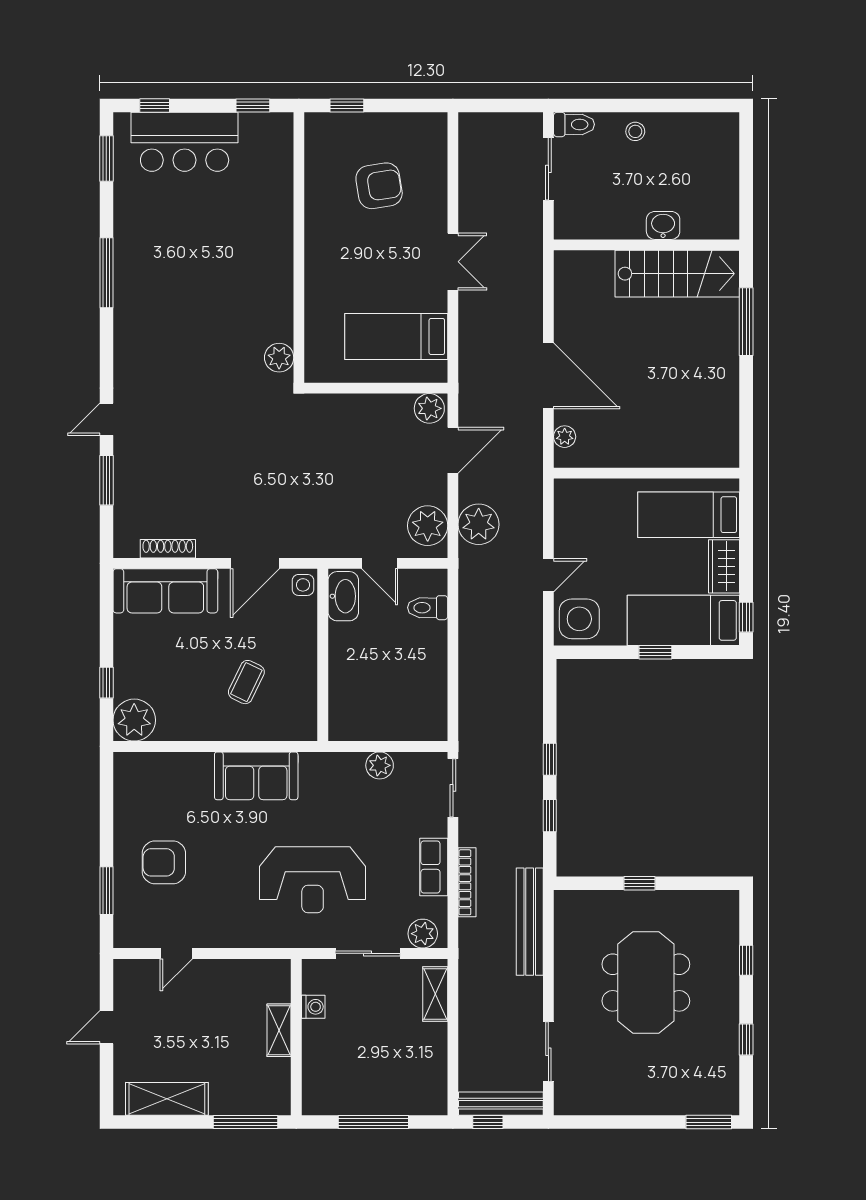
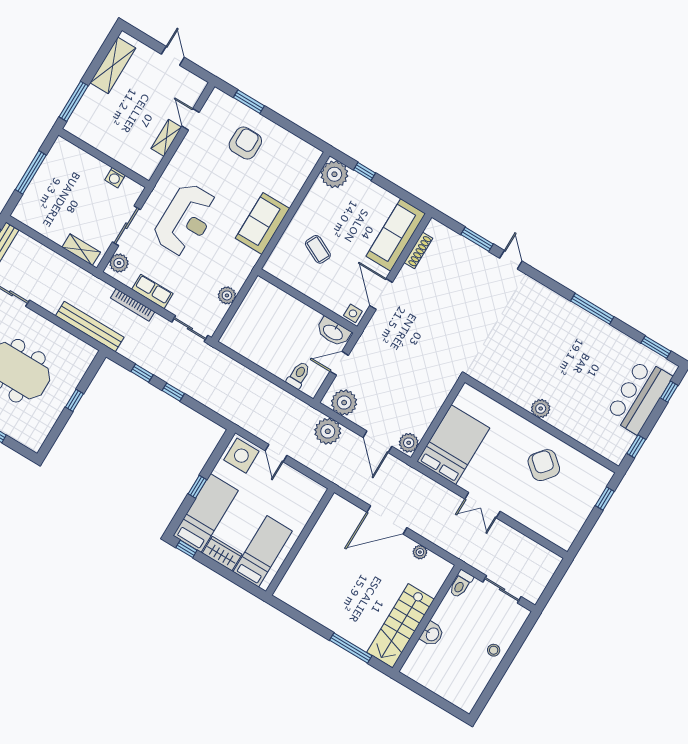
toilet: (574, 124) -> (461, 584), moved
armchair: (379, 186) -> (544, 465), moved, turned 139
bed: (396, 336) -> (453, 445), width x1.50
plant: (279, 358) -> (541, 409), moved
plant: (565, 437) -> (420, 552), moved
reception desk: (313, 880) -> (186, 220), turned 180
shelving: (279, 1030) -> (166, 138), moved, turned 90

